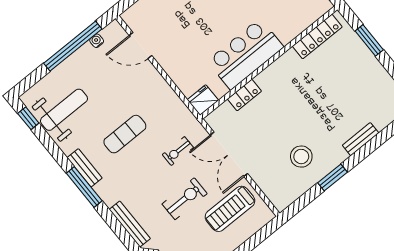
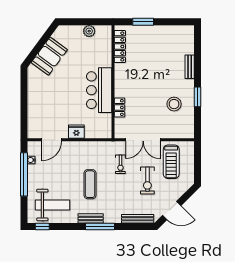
fridge: (203, 100) -> (76, 132), moved, turned 90
weight bench: (64, 110) -> (53, 205), turned 90
exercise bike: (185, 199) -> (147, 181), turned 180

